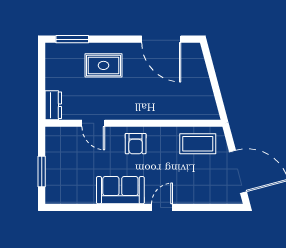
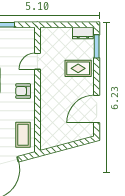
rug: (103, 65) -> (78, 68), turned 90
dresser: (53, 105) -> (83, 33), moved

